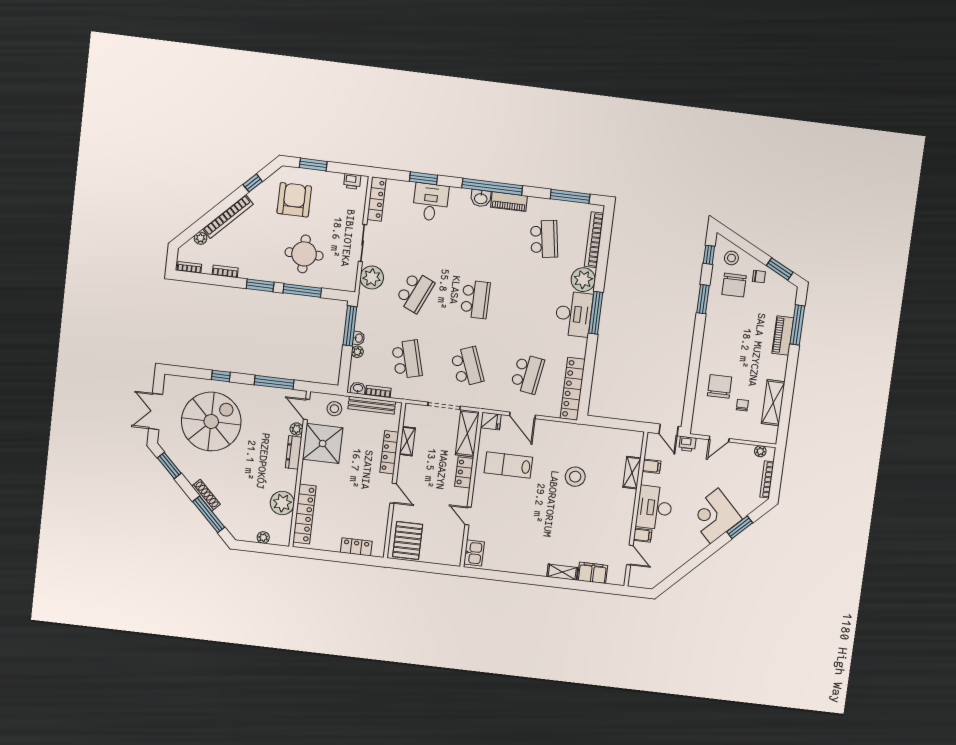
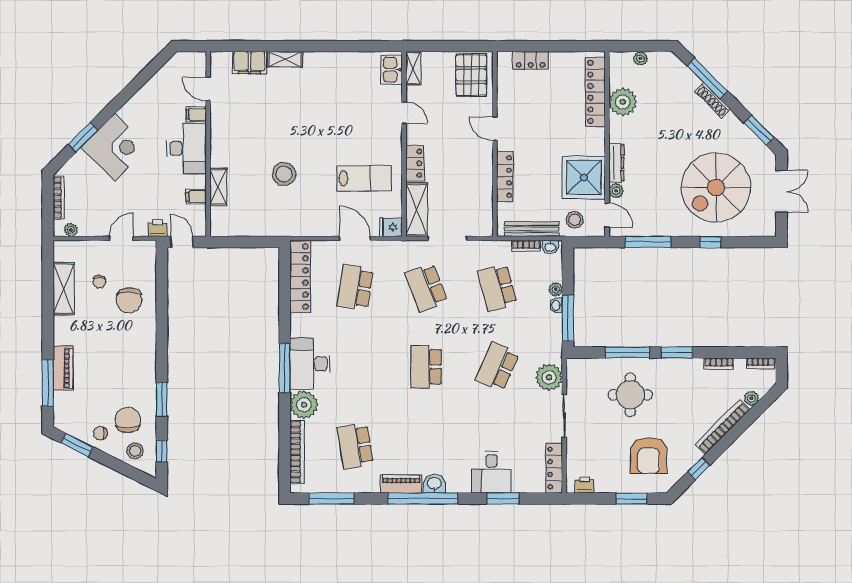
shelving: (407, 441) -> (413, 68), moved

